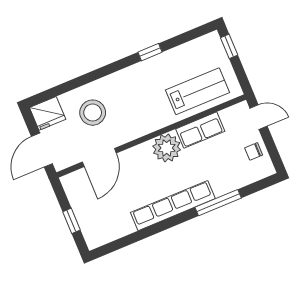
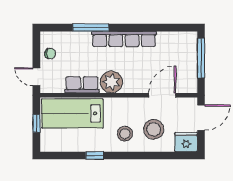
window: (229, 46) -> (36, 123), moved
lab bench: (197, 91) -> (72, 113), width x1.36, depth x1.39
stool: (125, 93) -> (125, 134), added
window: (71, 221) -> (201, 58), width x2.17

